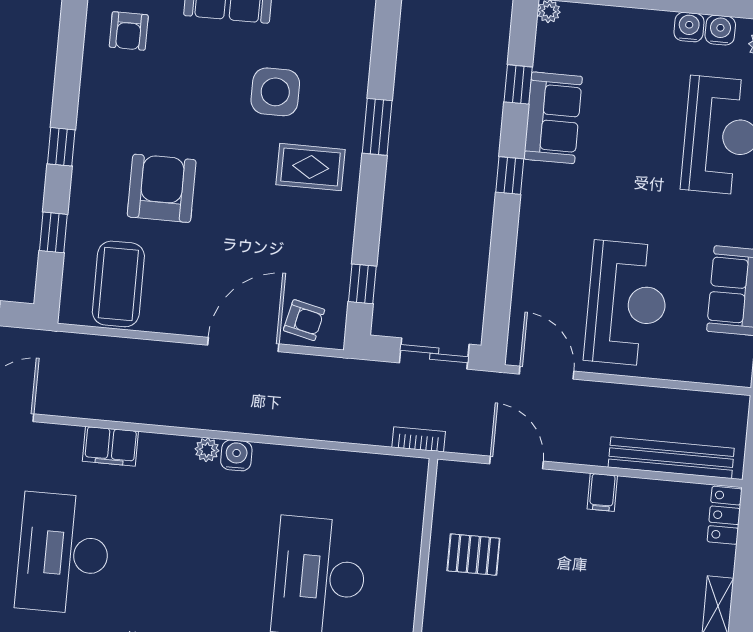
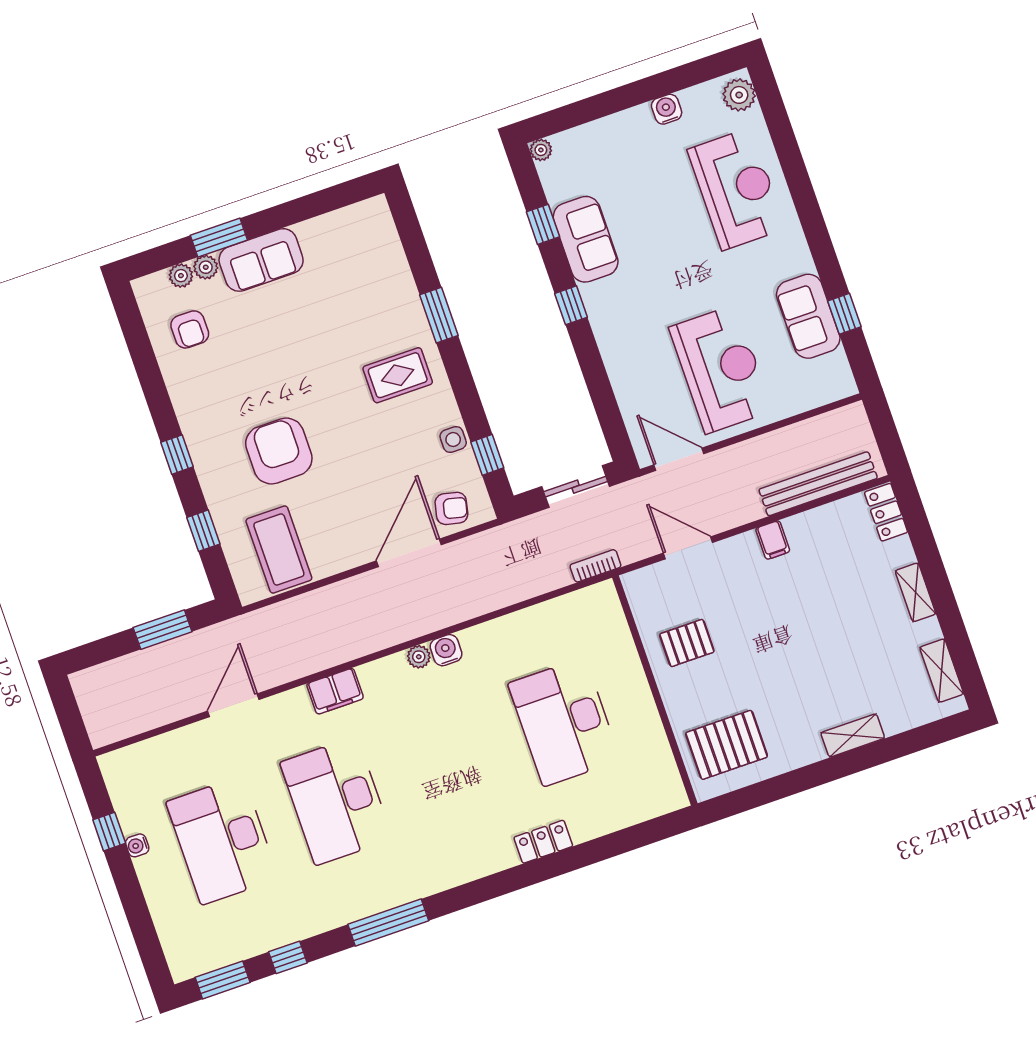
water cooler: (720, 30) -> (694, 100), removed
side table: (275, 92) -> (453, 439), moved, width x0.54, depth x0.54

